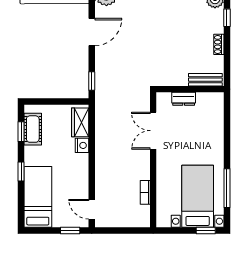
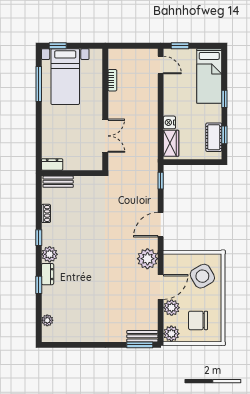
dresser: (184, 99) -> (52, 164), moved

